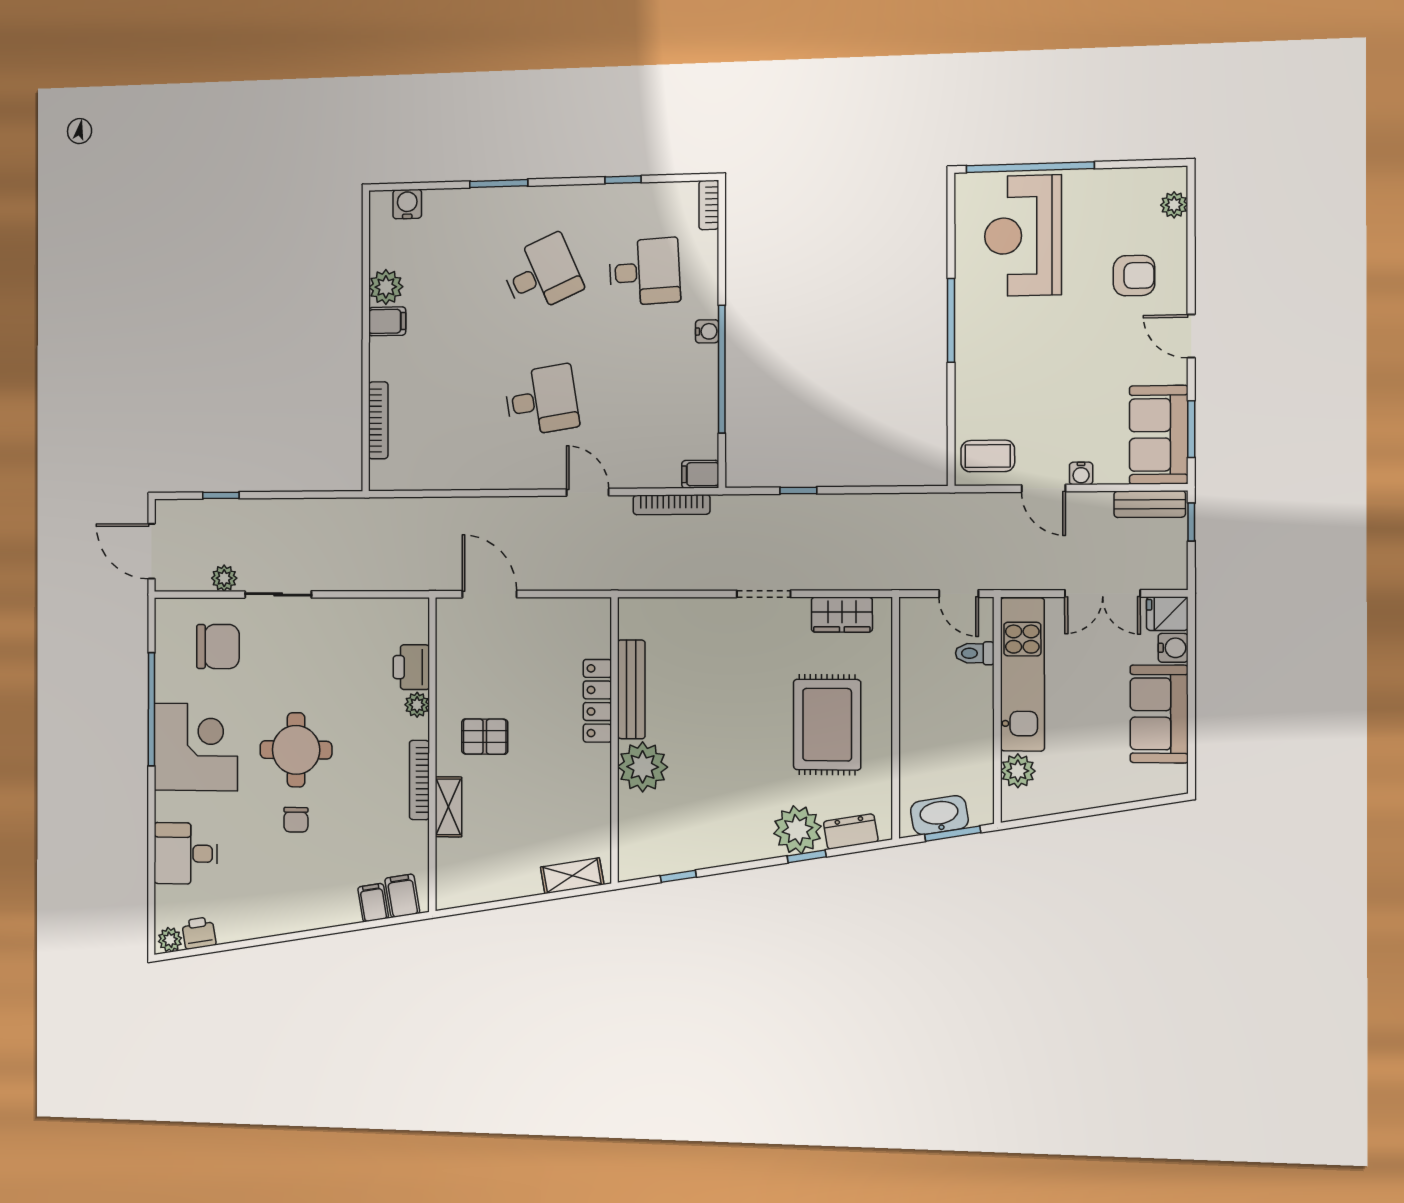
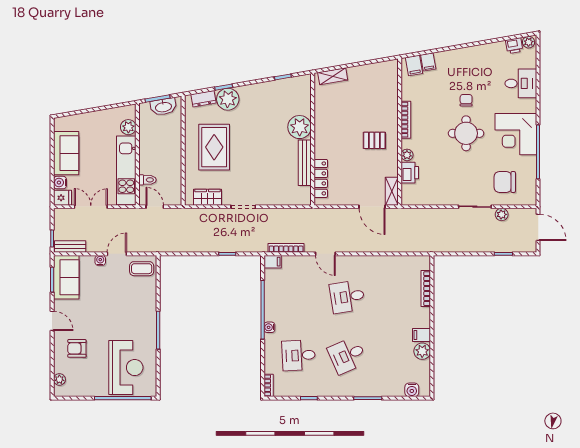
door: (1043, 488) -> (117, 254), hinge flipped
locker: (597, 701) -> (321, 178), moved
shelving: (448, 807) -> (392, 191), moved

